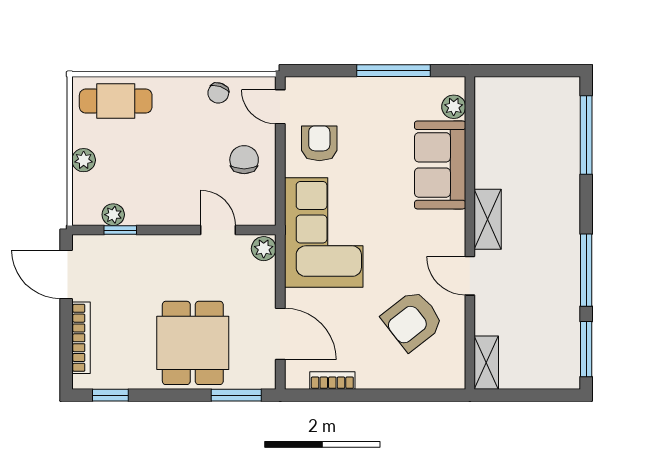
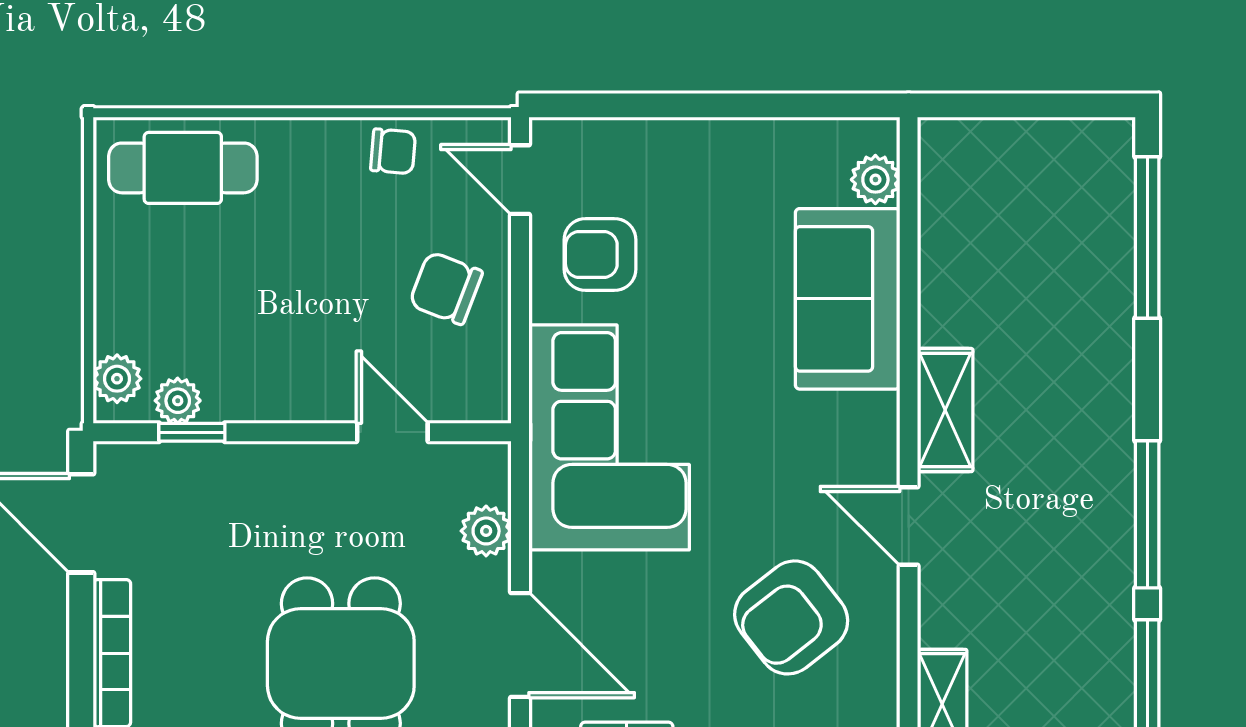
window: (393, 71) -> (752, 105), removed
chair: (218, 93) -> (393, 151), turned -104
armchair: (319, 143) -> (600, 254), turned -90
plant: (84, 160) -> (117, 379), moved
chair: (244, 160) -> (446, 288), turned -69
plant: (264, 249) -> (486, 531), moved

